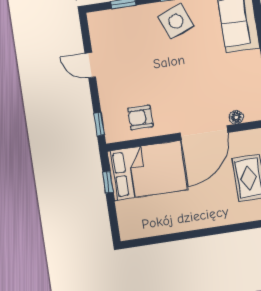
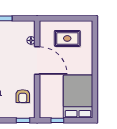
bed: (147, 170) -> (78, 97), moved

